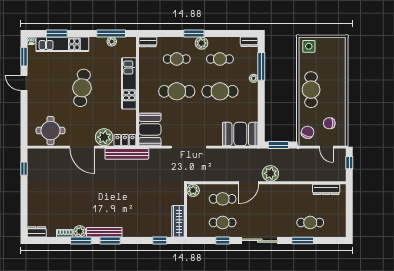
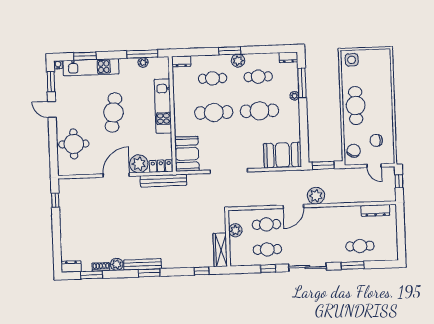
round table: (50, 131) -> (74, 144), moved
door: (82, 147) -> (116, 175), swing flipped
plant: (193, 190) -> (235, 230), moved
window: (81, 241) -> (92, 275), moved

